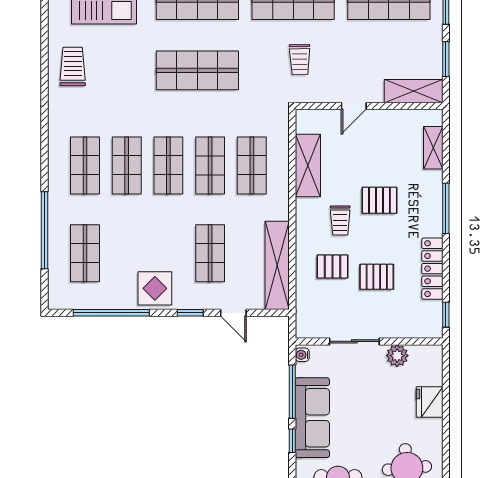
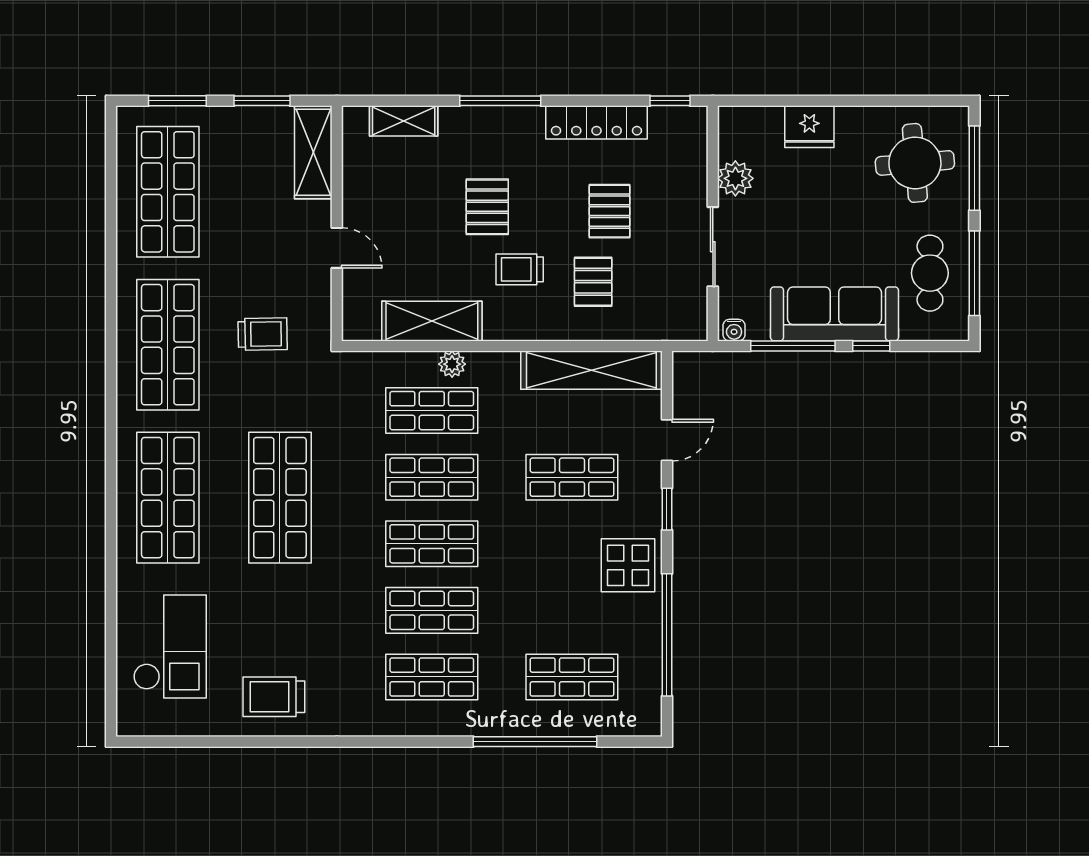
plant: (281, 178) -> (452, 364), added
trolley: (340, 220) -> (520, 269), turned 180

